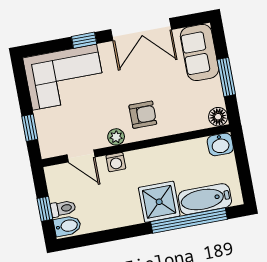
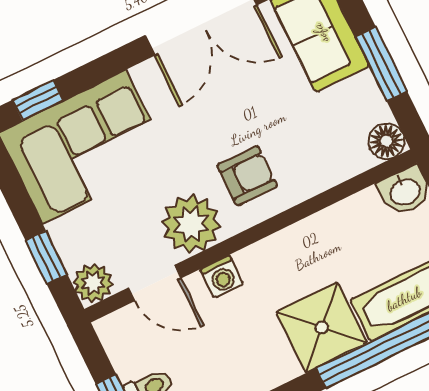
window: (84, 40) -> (38, 100), moved
plant: (116, 137) -> (191, 224), width x1.88, depth x1.88
plant: (50, 147) -> (93, 283), added

